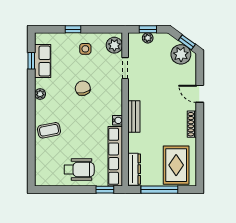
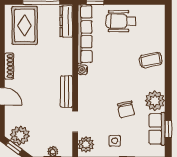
chair: (83, 88) -> (126, 109), moved
plant: (40, 94) -> (155, 101), width x1.88, depth x1.88
bench: (134, 117) -> (66, 92), moved

